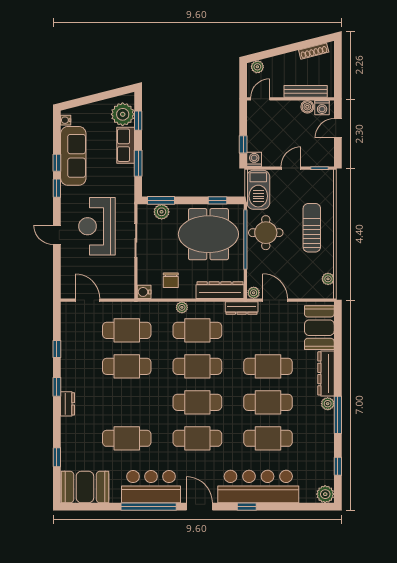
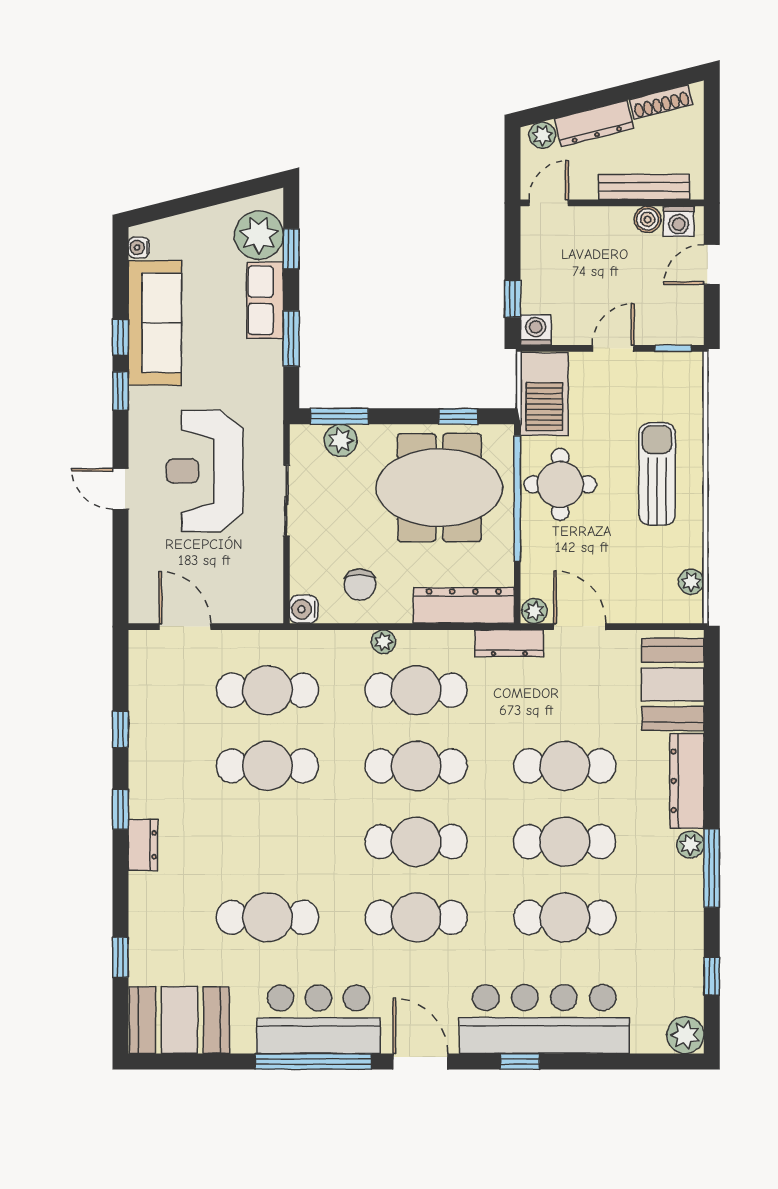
dresser: (282, 61) -> (594, 124), added

